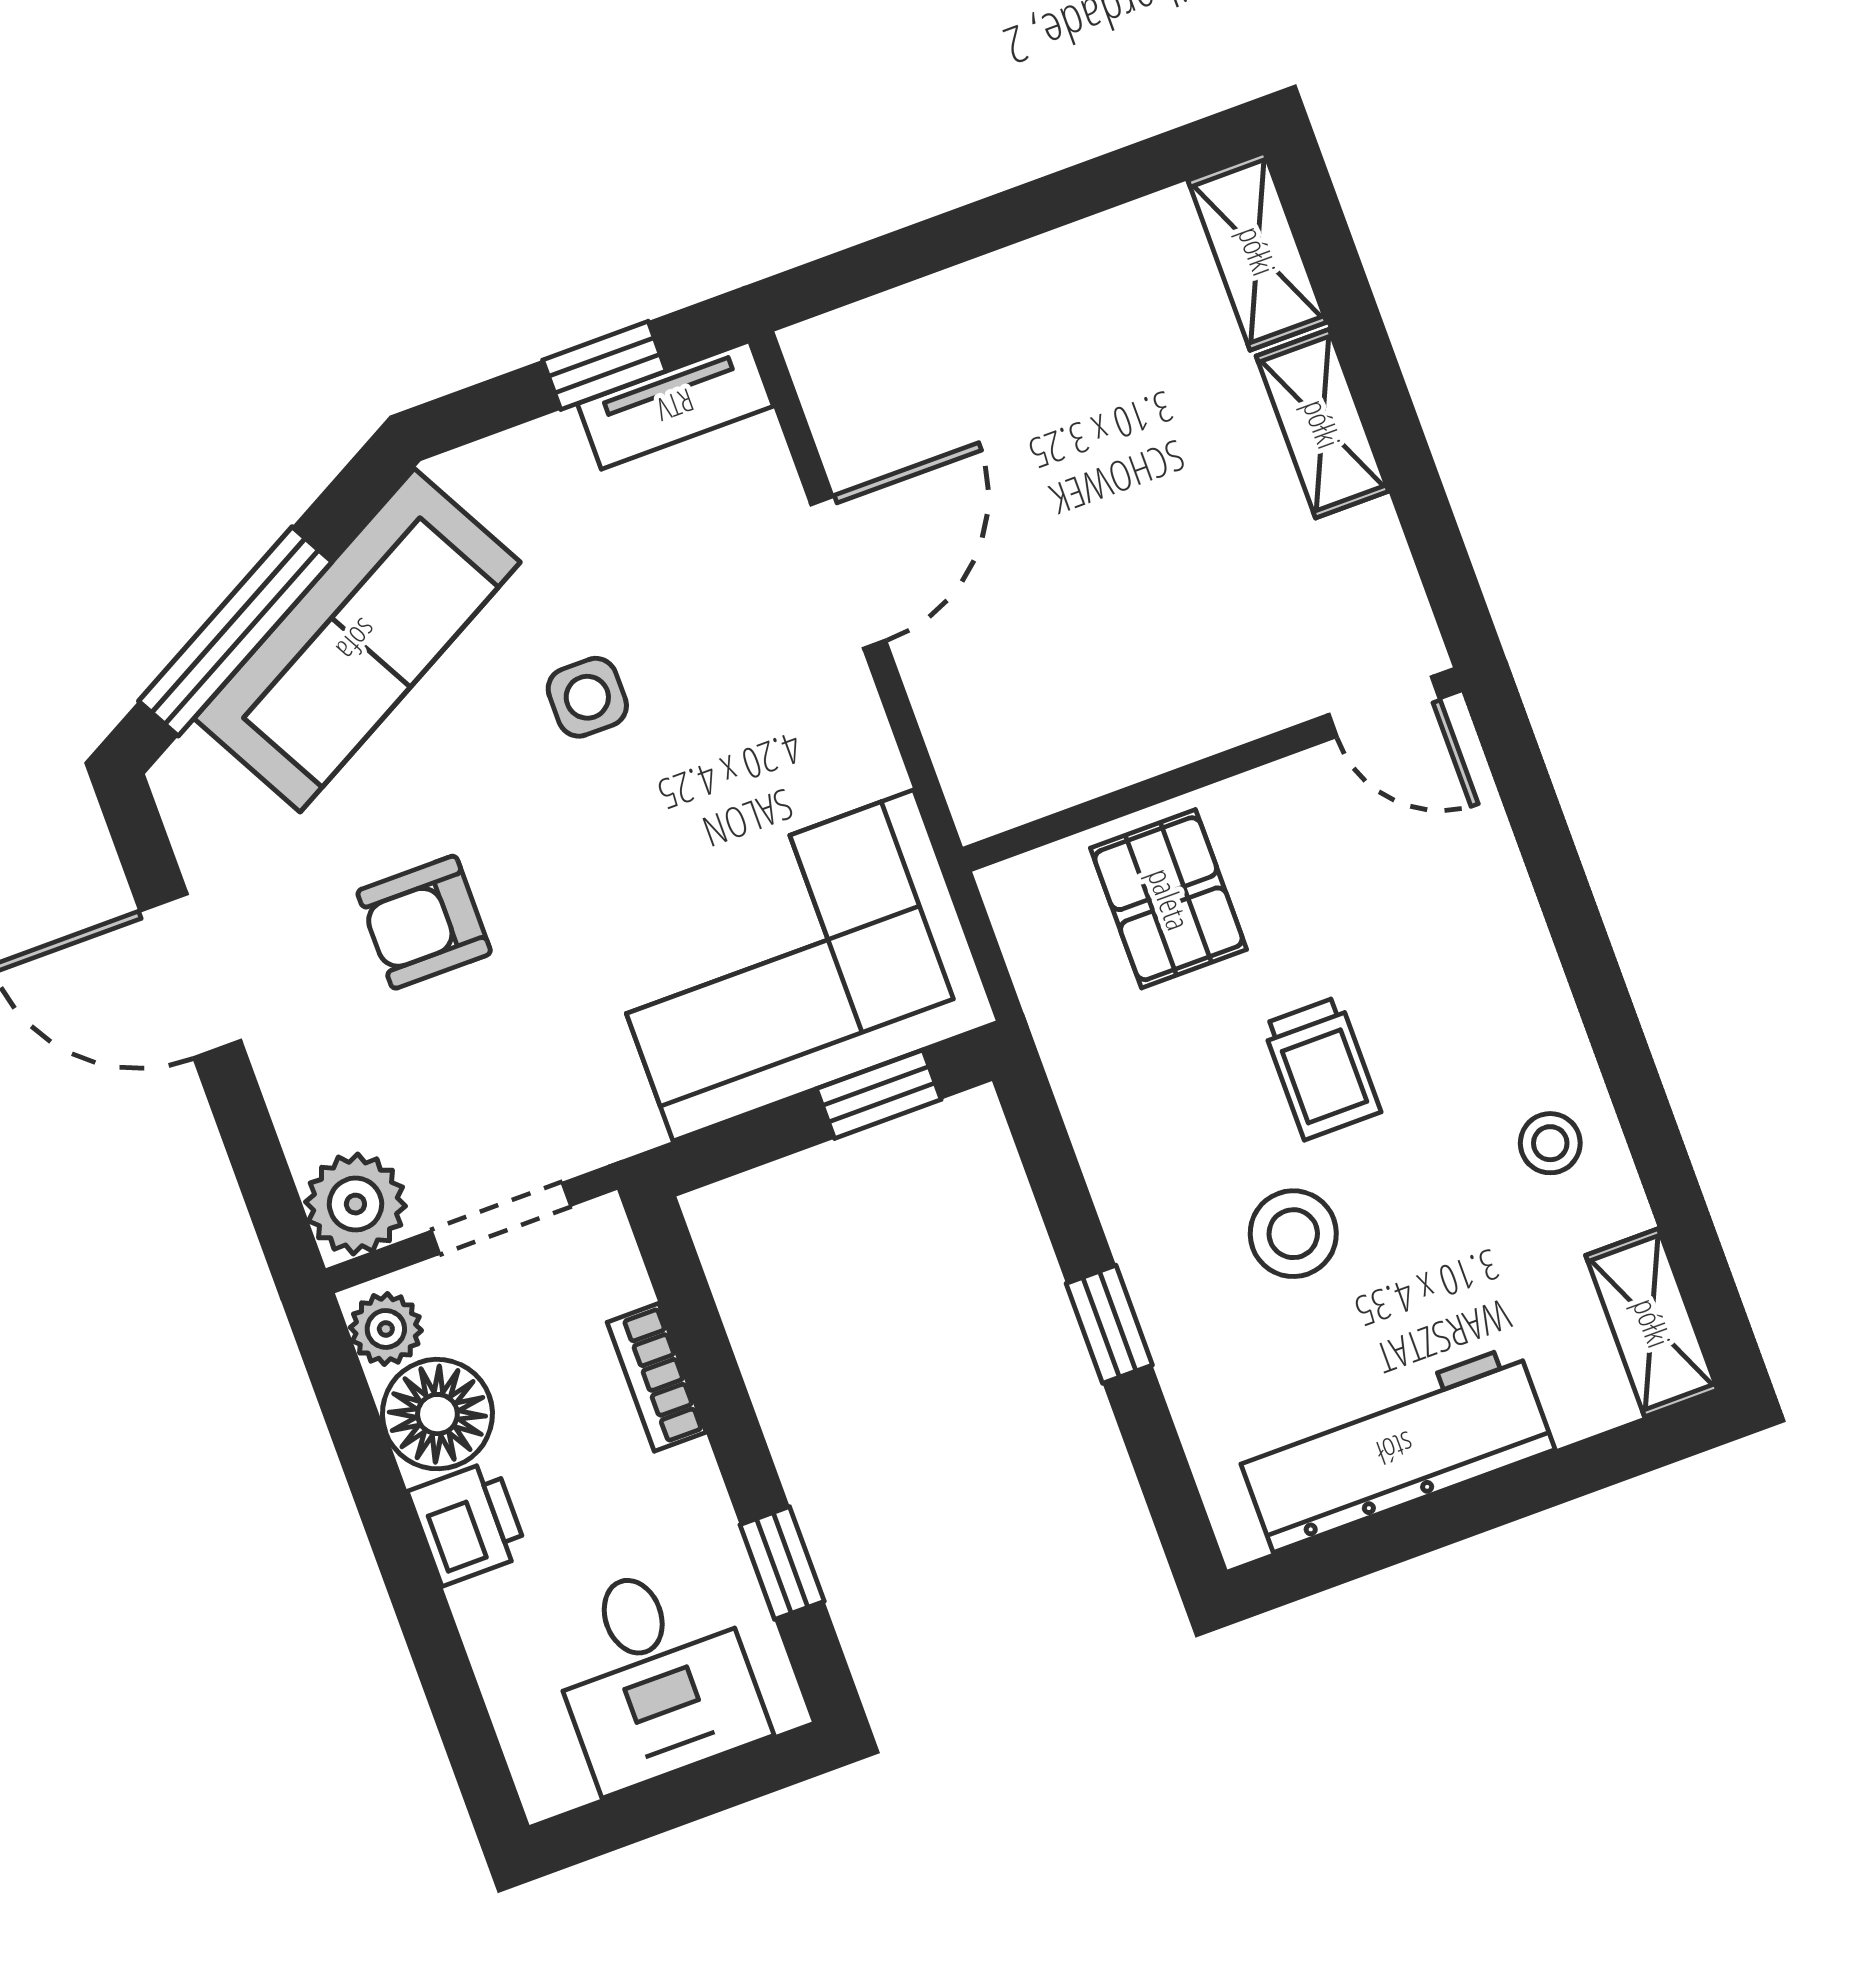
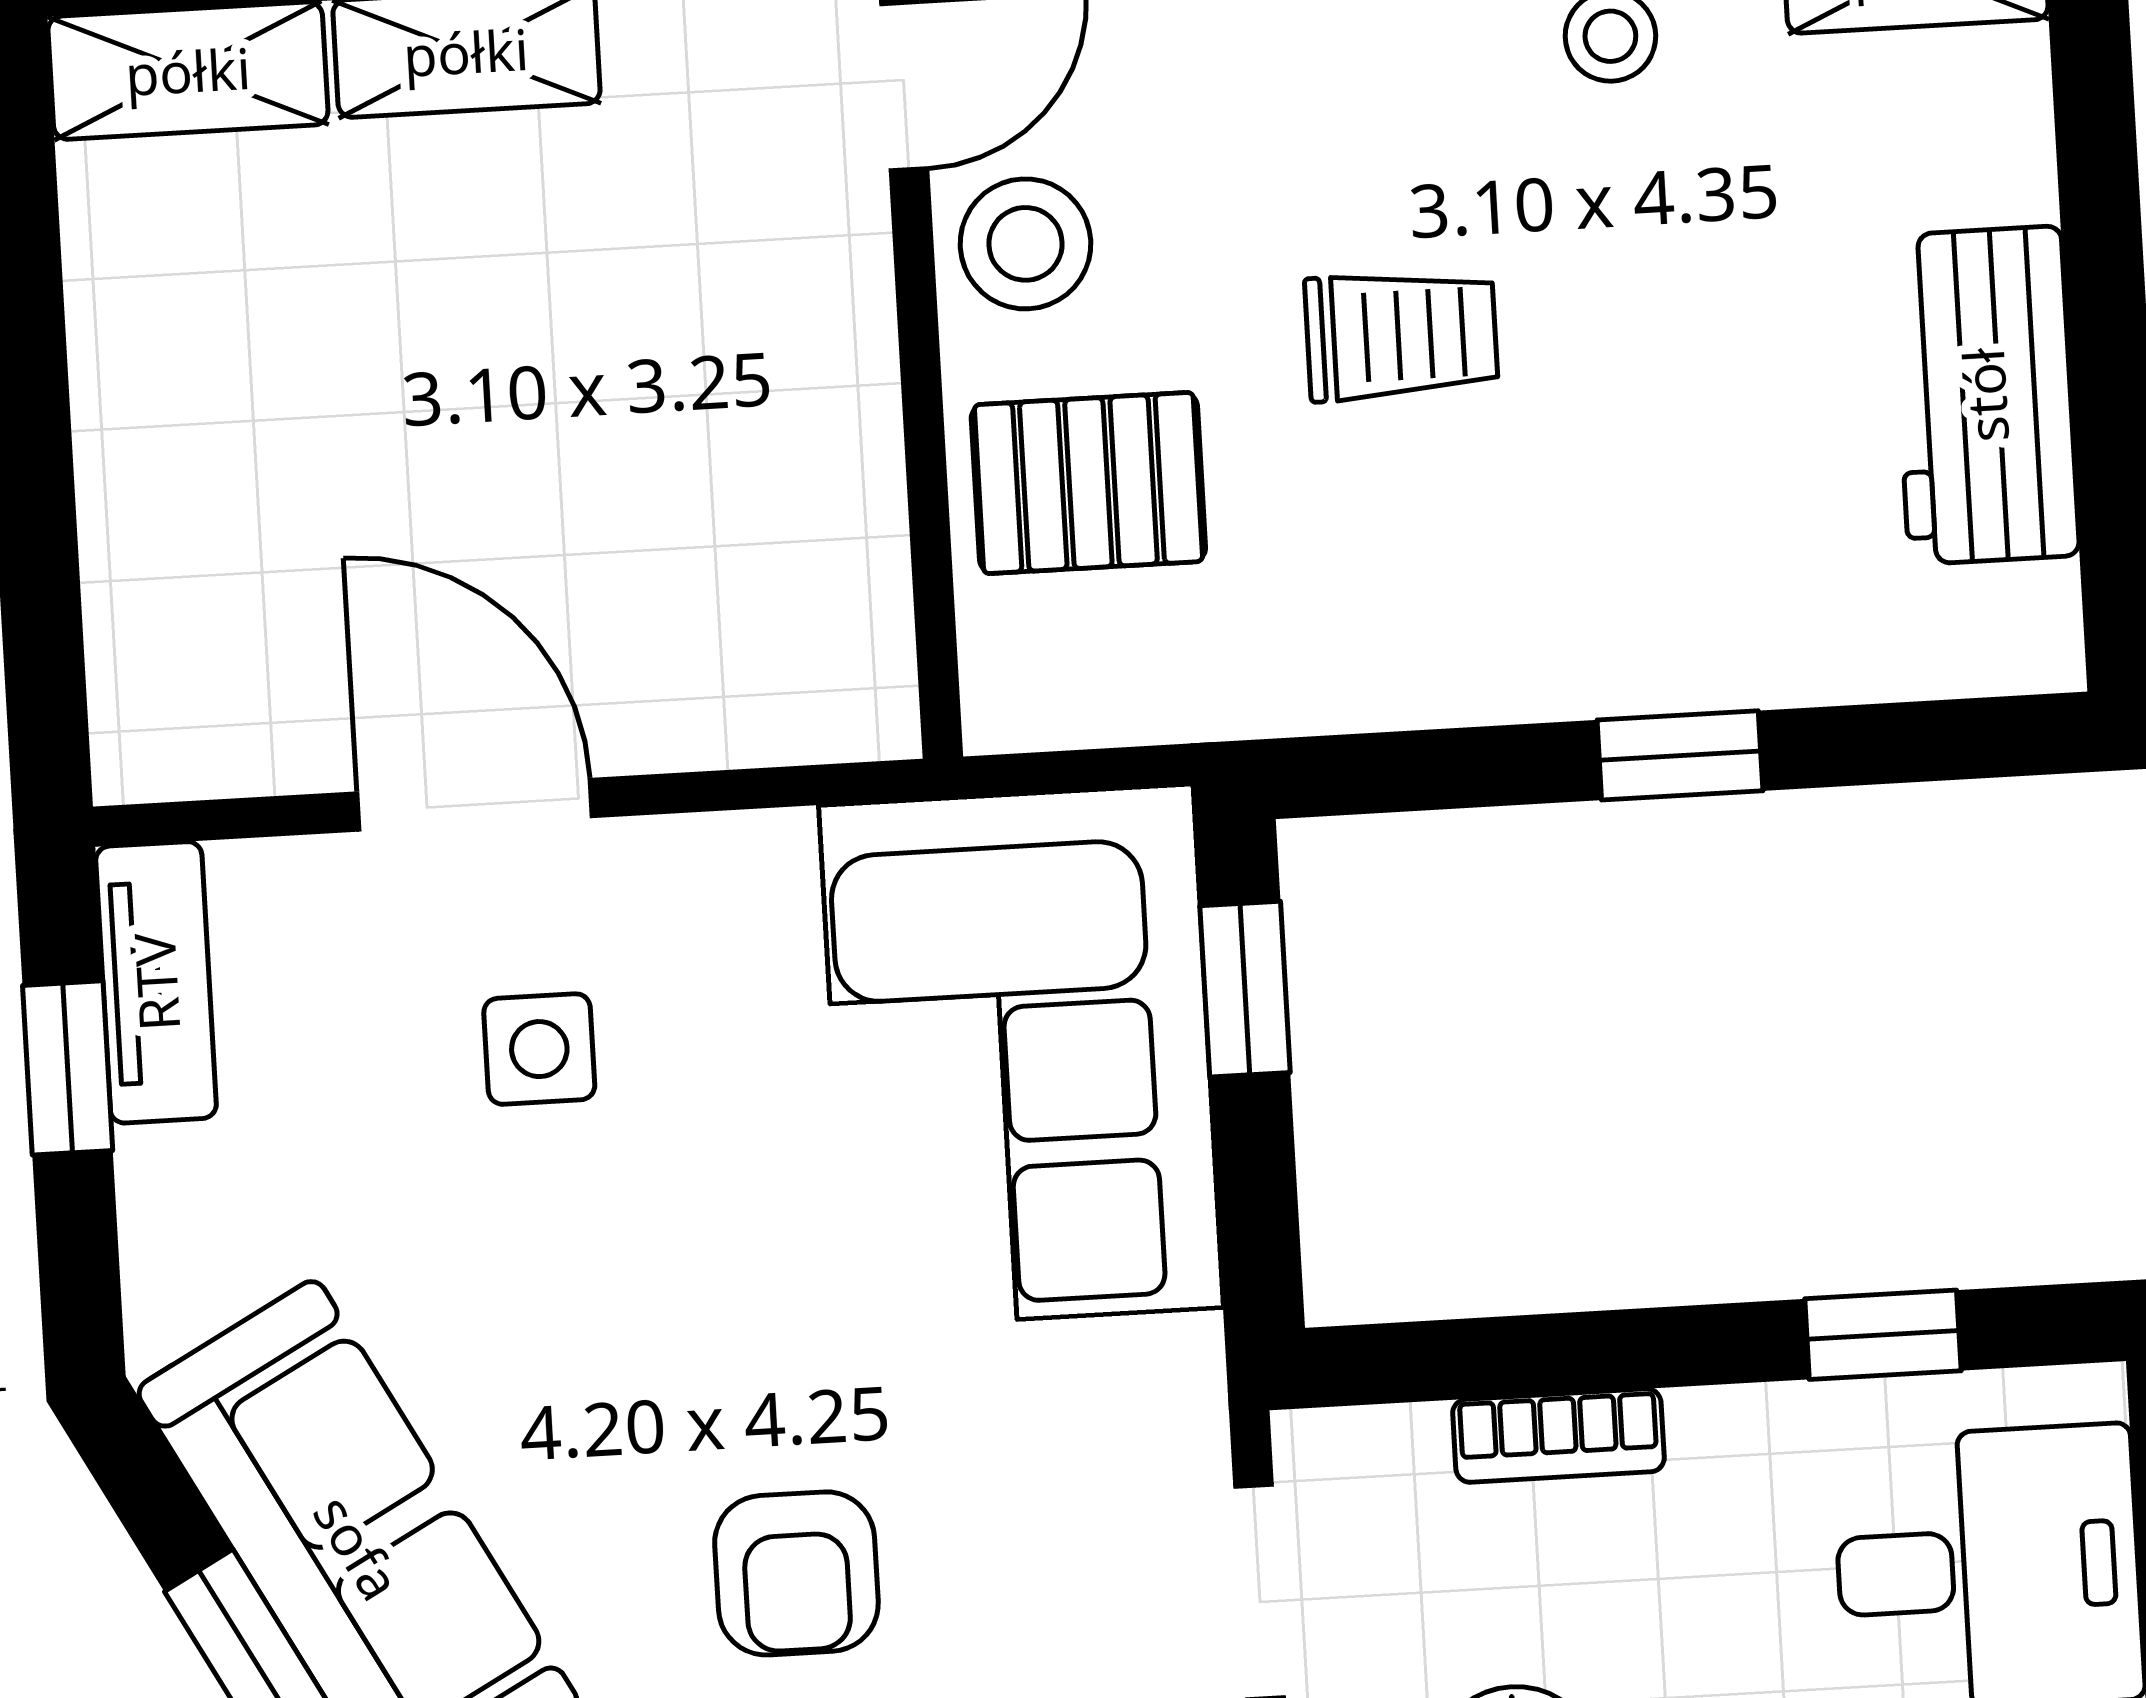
side table: (587, 697) -> (539, 1049), moved
stool: (1293, 1234) -> (1026, 244), moved
workbench: (1395, 1448) -> (1985, 395), width x0.73

